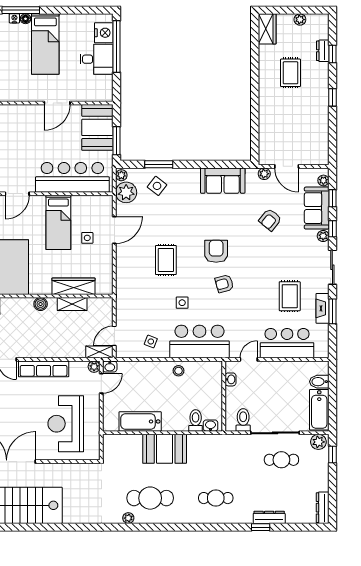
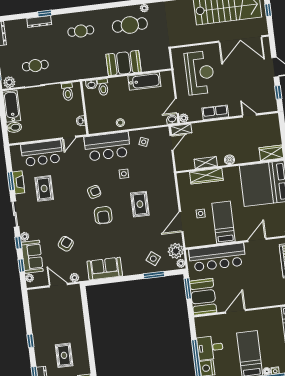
row of seats: (44, 369) -> (215, 112), width x0.68

